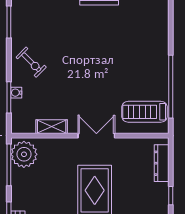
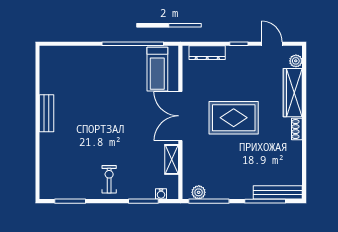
exercise bike: (31, 62) -> (109, 179), turned -45
water cooler: (16, 93) -> (161, 194), moved
double door: (96, 136) -> (180, 116), width x1.37
plant: (24, 154) -> (199, 192), width x0.53, depth x0.53

